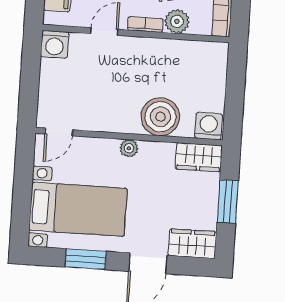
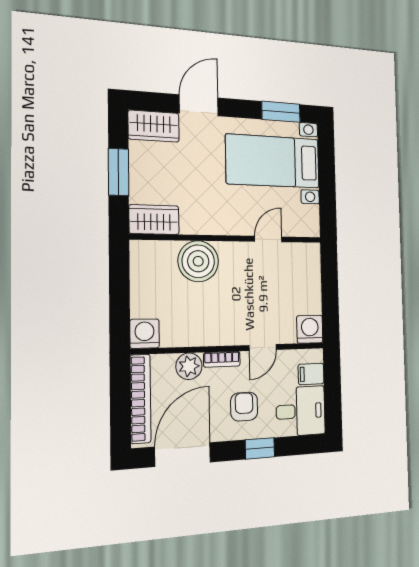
washing machine: (209, 126) -> (145, 334), moved, turned 180
door: (59, 132) -> (268, 239), moved
plant: (129, 148) -> (228, 226), removed
window: (86, 259) -> (281, 112), moved

